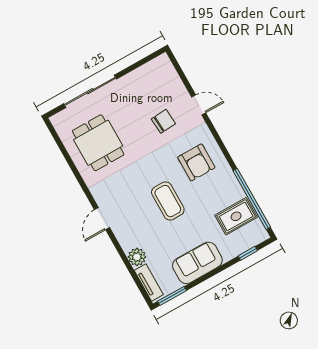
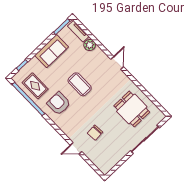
armchair: (196, 162) -> (59, 103), moved
rug: (236, 216) -> (35, 86), turned 90

